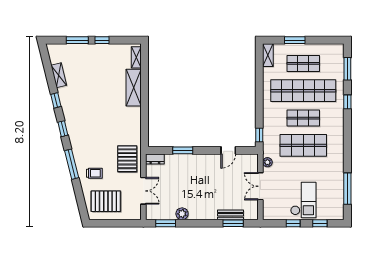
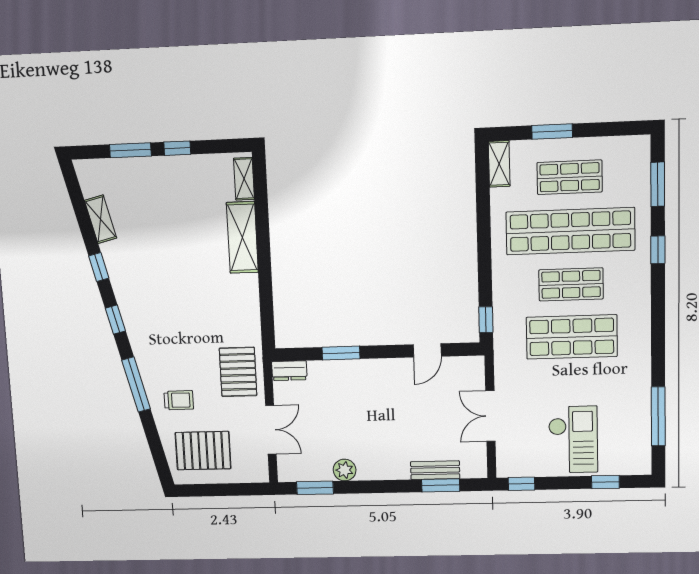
plant: (267, 162) -> (503, 371), removed
window: (293, 223) -> (521, 484), moved

